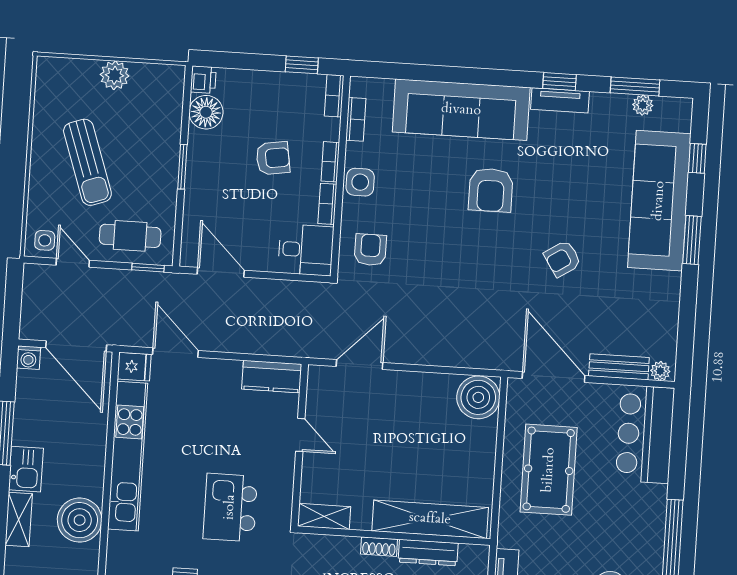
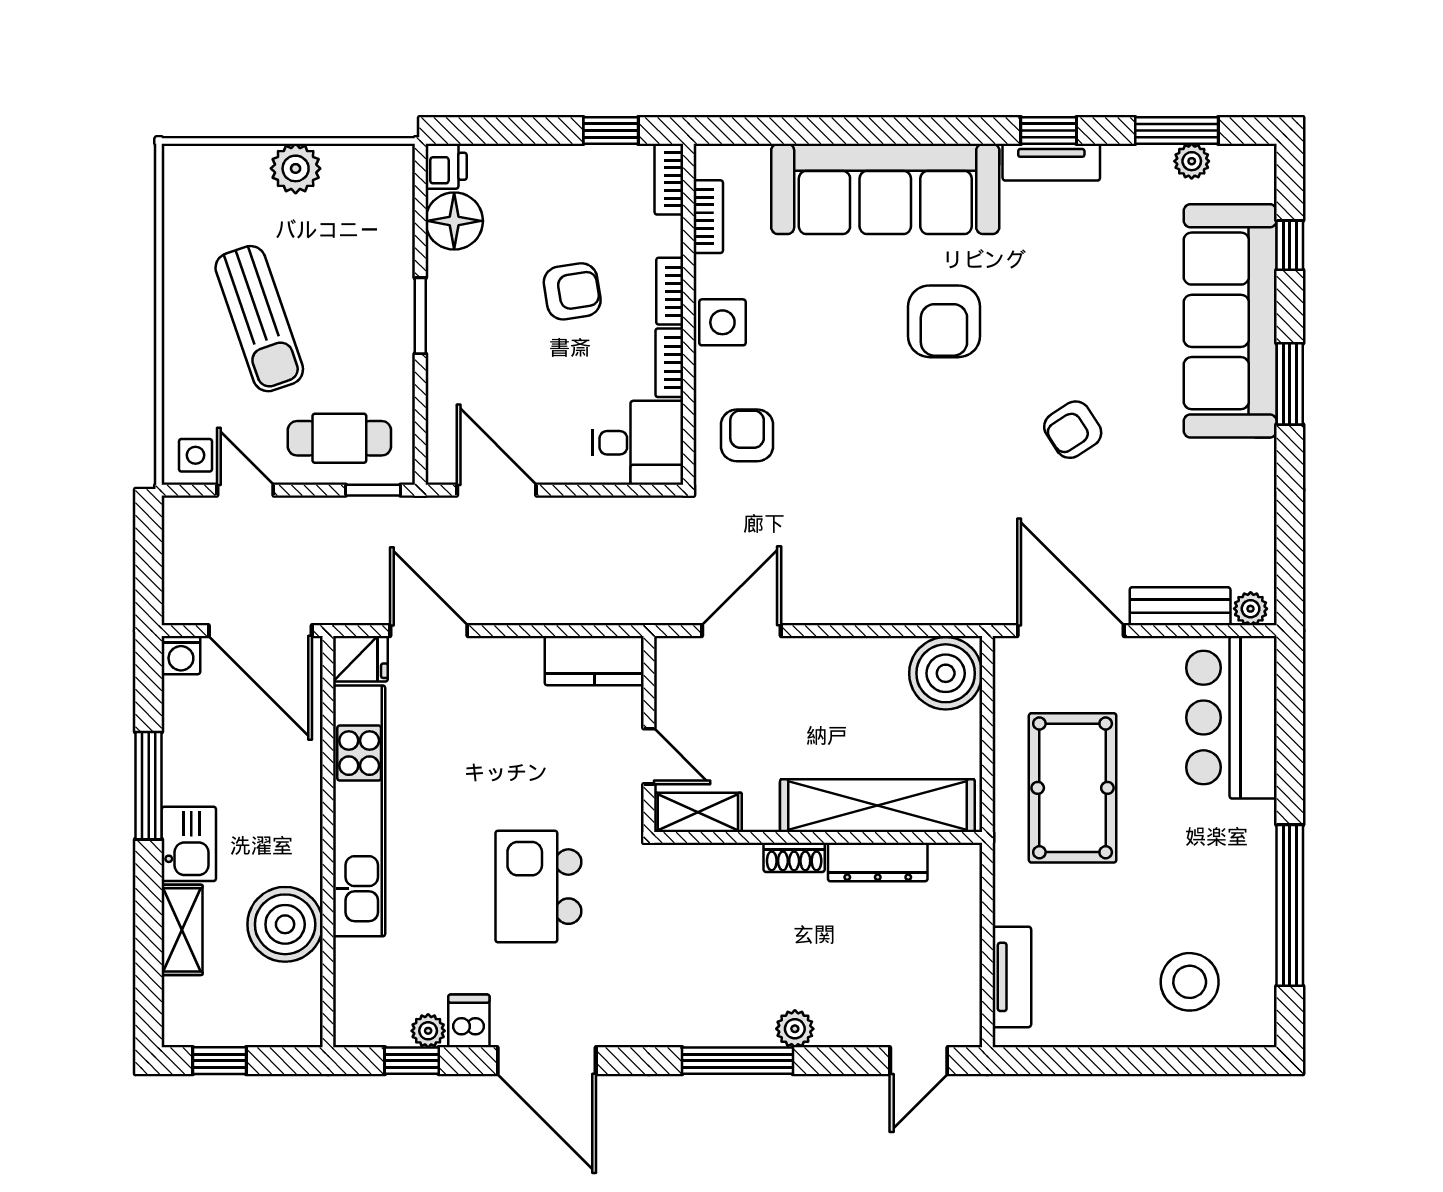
shelving: (324, 516) -> (698, 812), moved
shelving: (430, 519) -> (877, 806), moved
wall: (394, 536) -> (818, 837), moved
shoe rack: (379, 547) -> (794, 857), moved
dresser: (428, 553) -> (878, 862), moved

